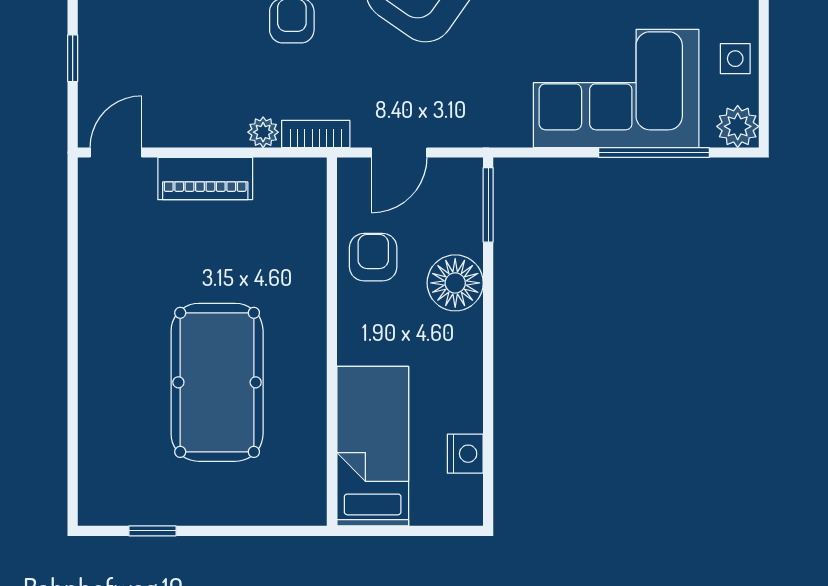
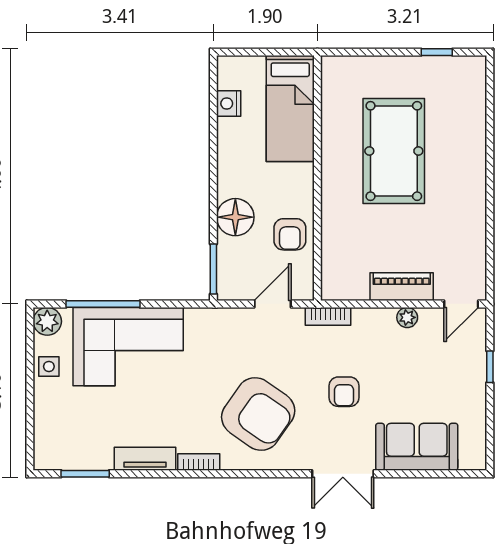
plant: (263, 132) -> (407, 317), moved

